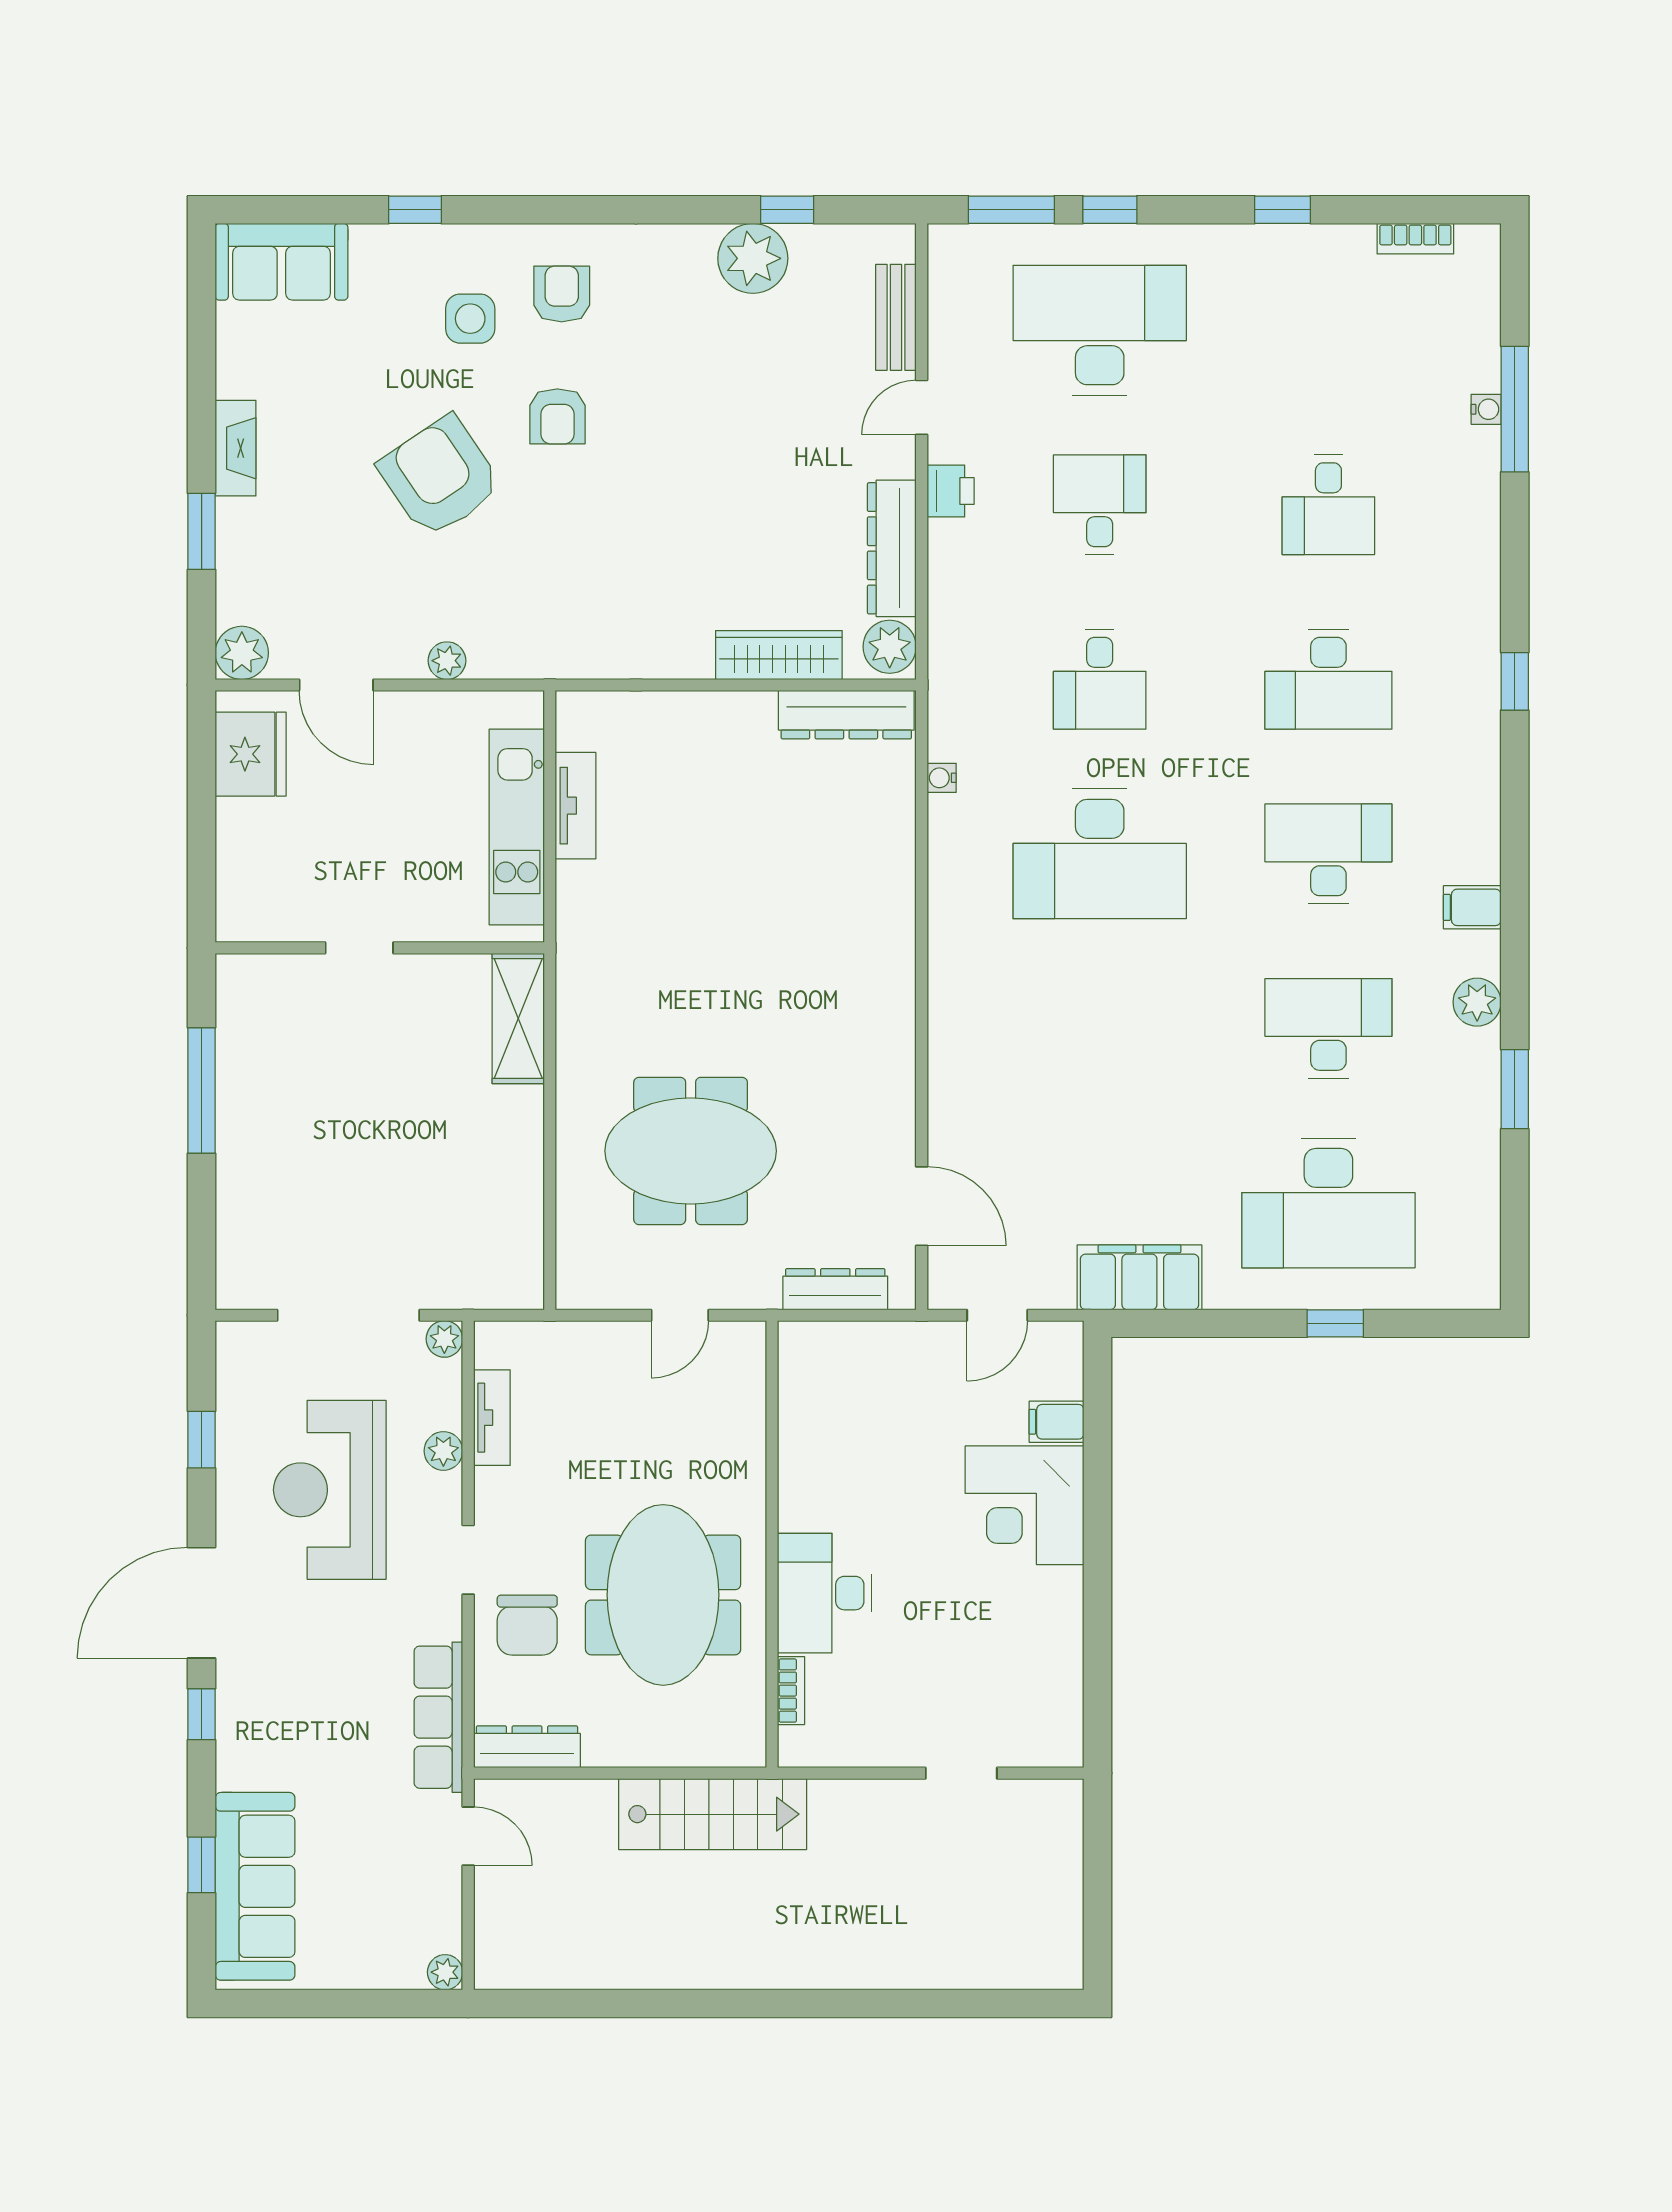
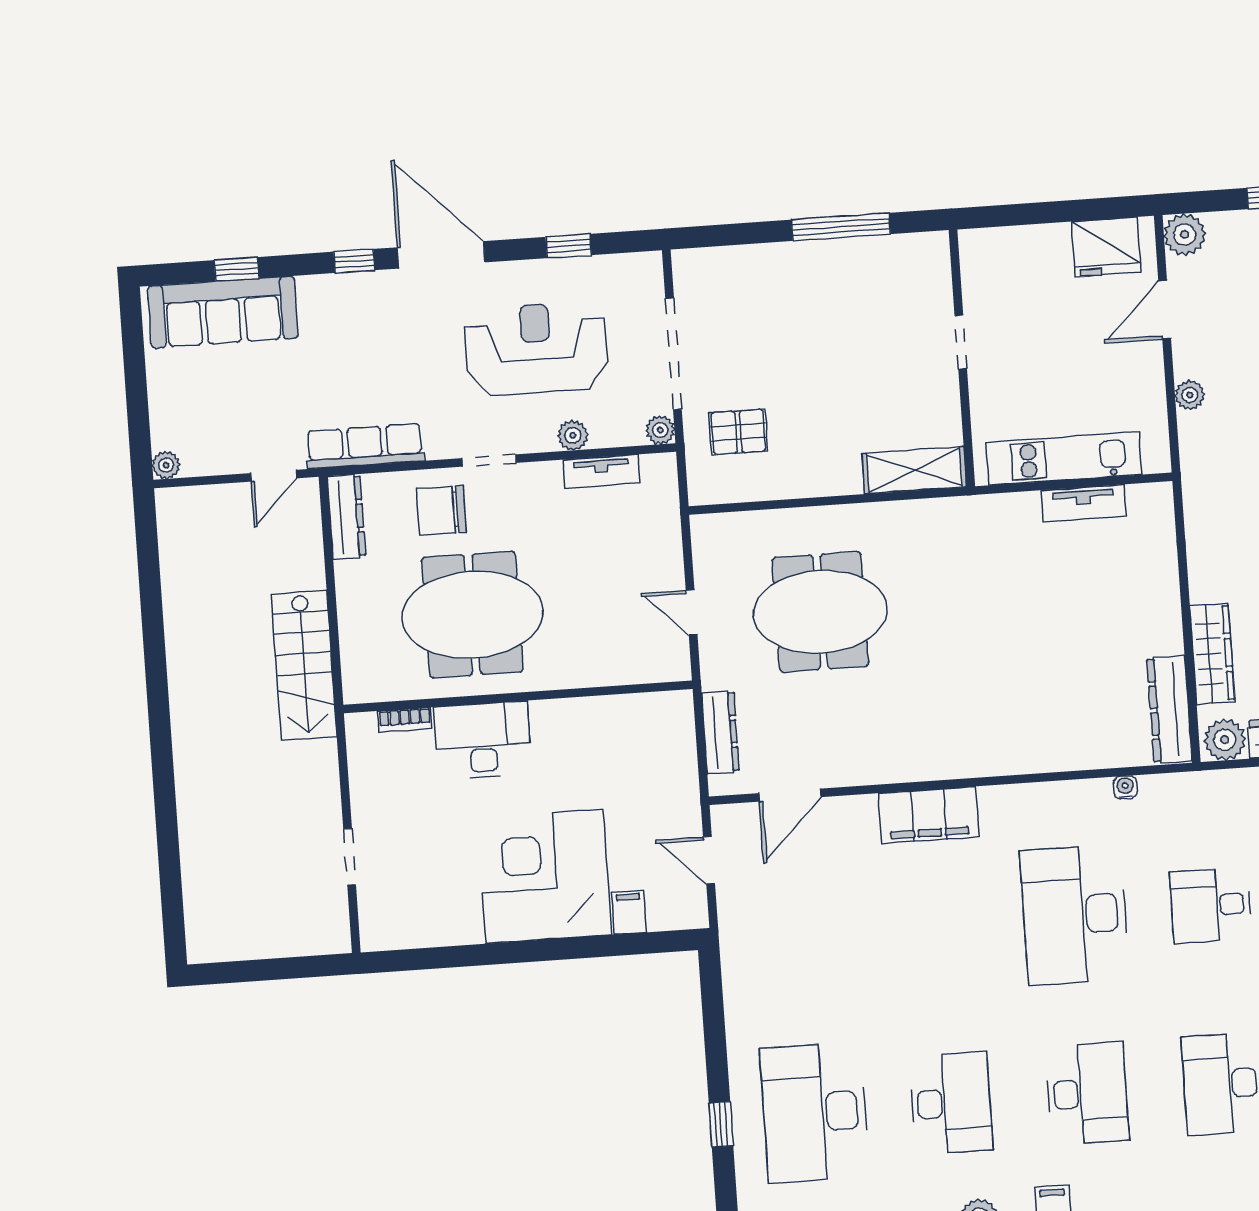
meeting table: (691, 1151) -> (820, 612), turned 90
pallet: (454, 1240) -> (738, 432), added
filing cabinet: (1139, 1277) -> (929, 815), moved, turned 90
corner desk: (1025, 1505) -> (544, 876), width x1.36, depth x1.36

